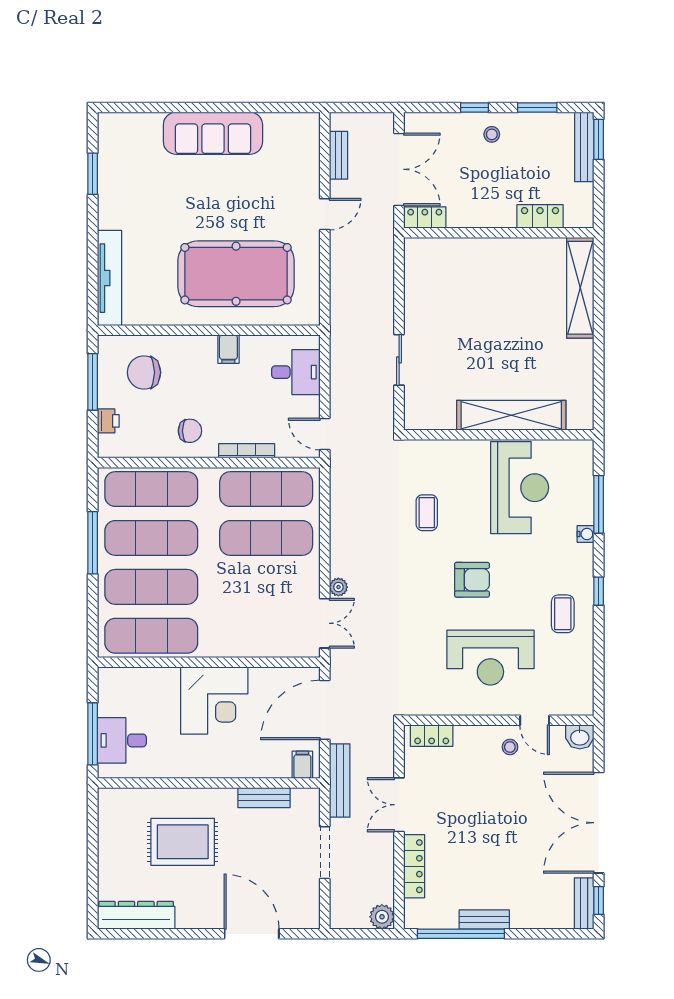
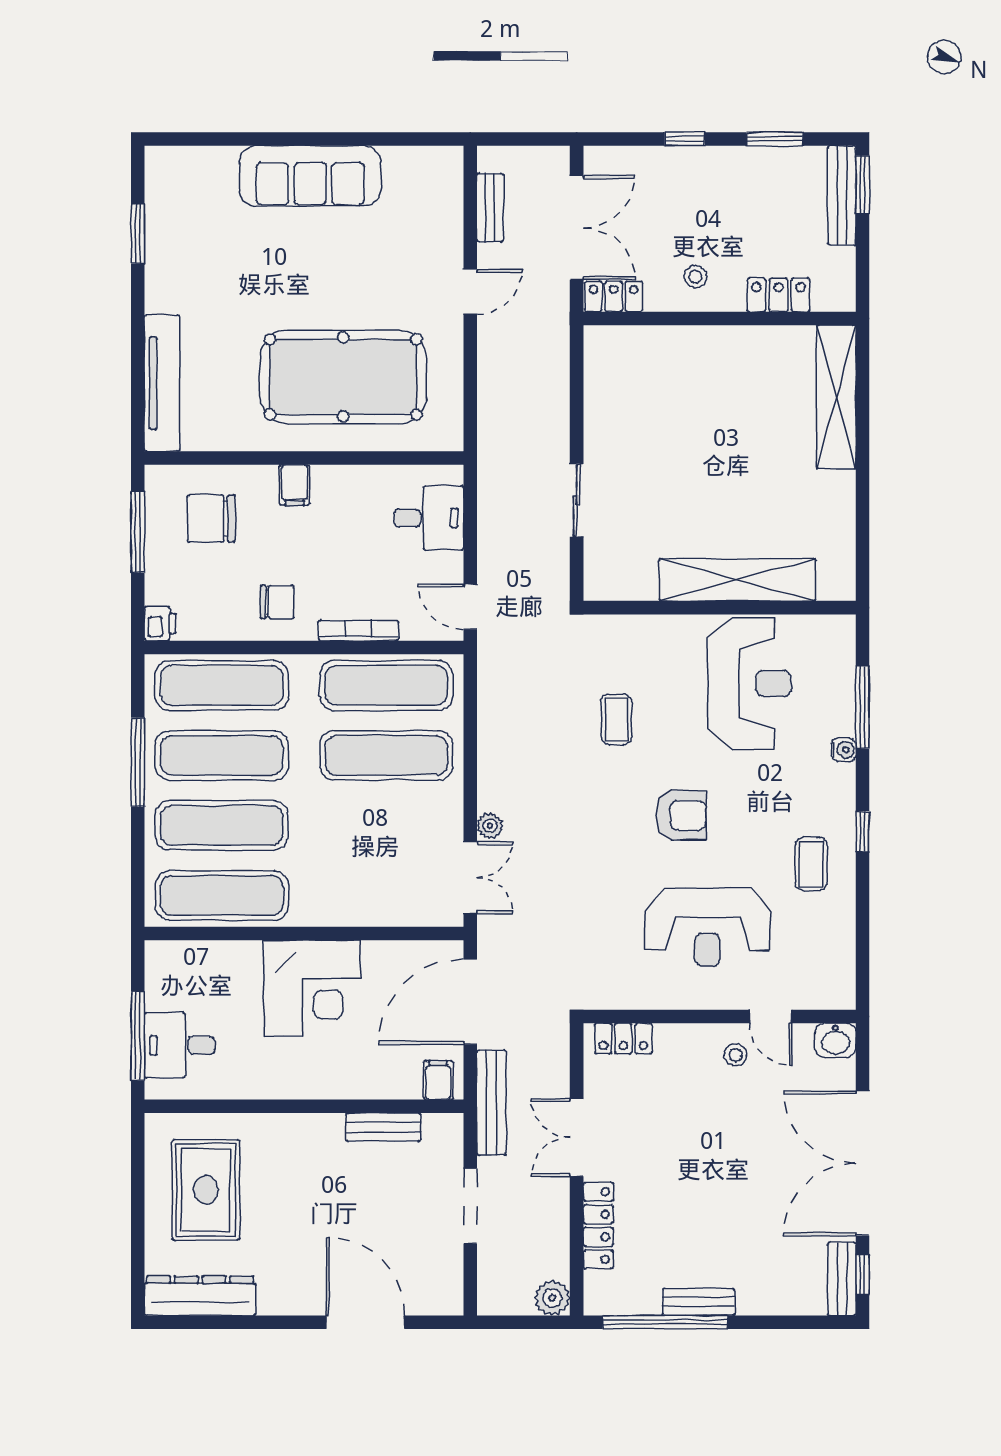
stool: (492, 134) -> (695, 277), moved
filing cabinet: (228, 349) -> (294, 485), moved
printer: (108, 421) -> (160, 624), moved
rug: (183, 842) -> (206, 1190), moved, turned 90

